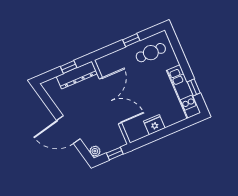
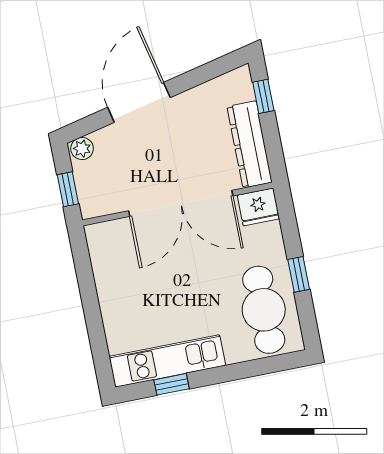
cafe table: (151, 53) -> (264, 310), width x1.37, depth x1.35
window: (69, 67) -> (263, 96), moved
fridge: (154, 125) -> (258, 207), moved, turned 90

